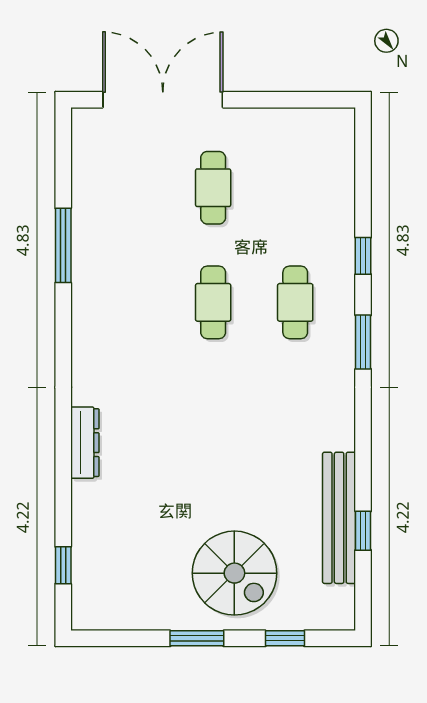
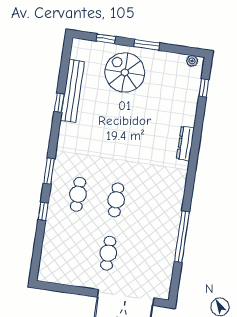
window: (63, 245) -> (182, 237), width x1.46
window: (363, 531) -> (59, 103), moved
plant: (96, 618) -> (192, 61), added

